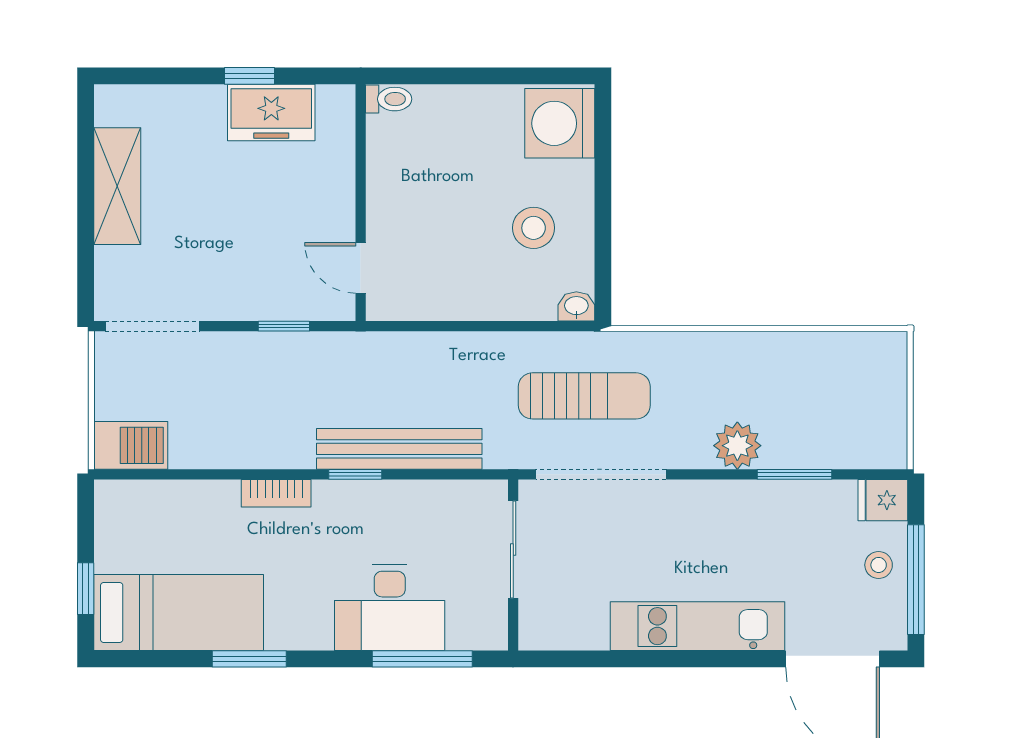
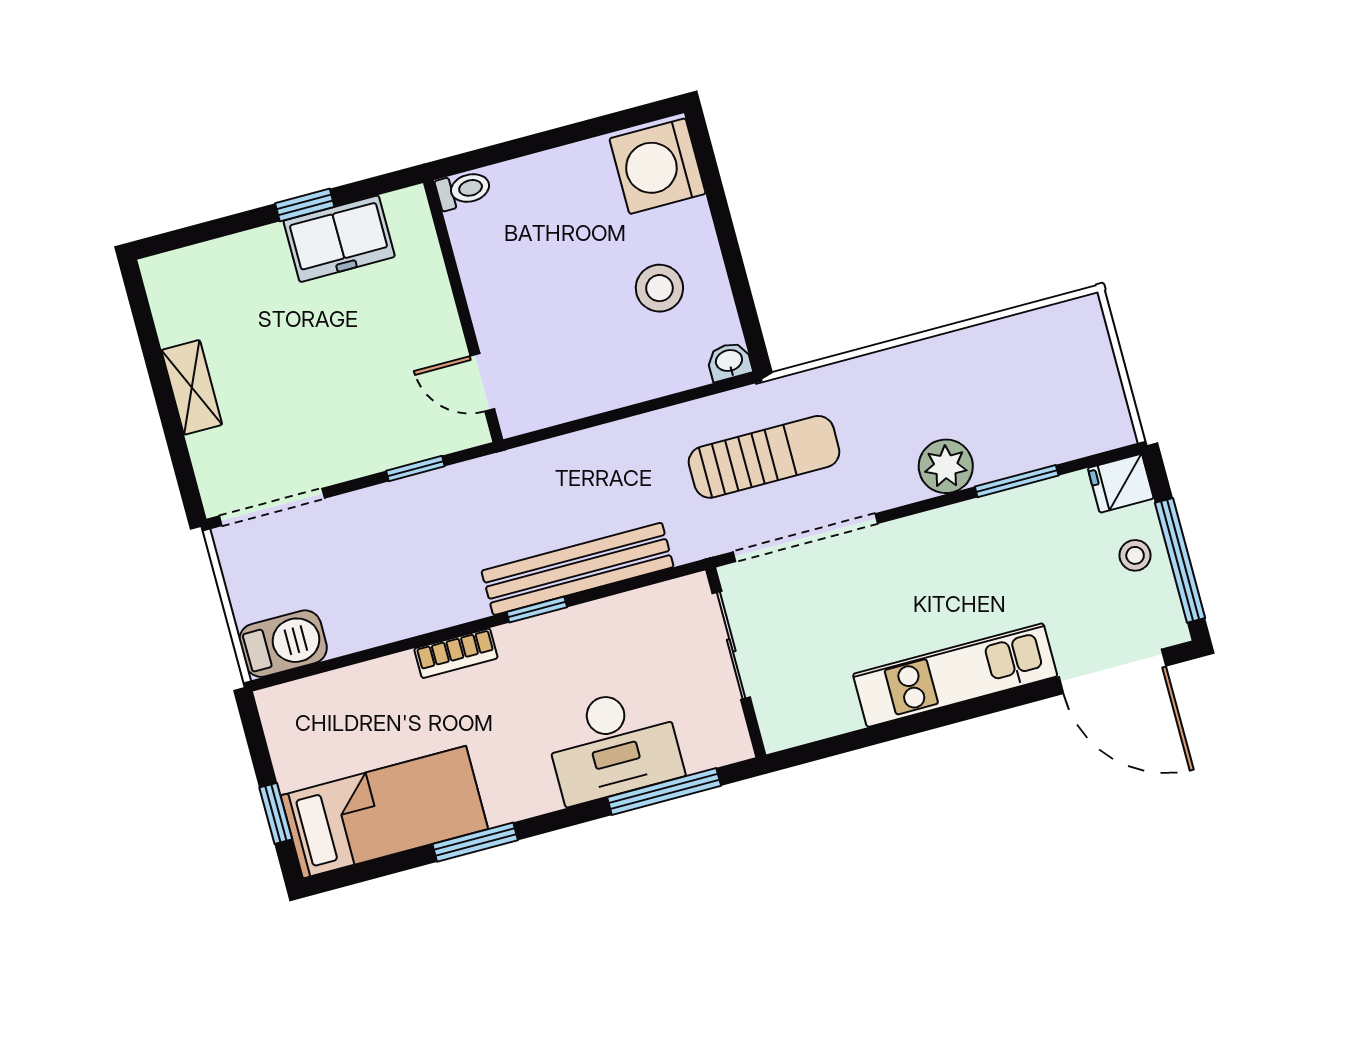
shelving: (117, 186) -> (192, 387), width x0.67, depth x0.75

